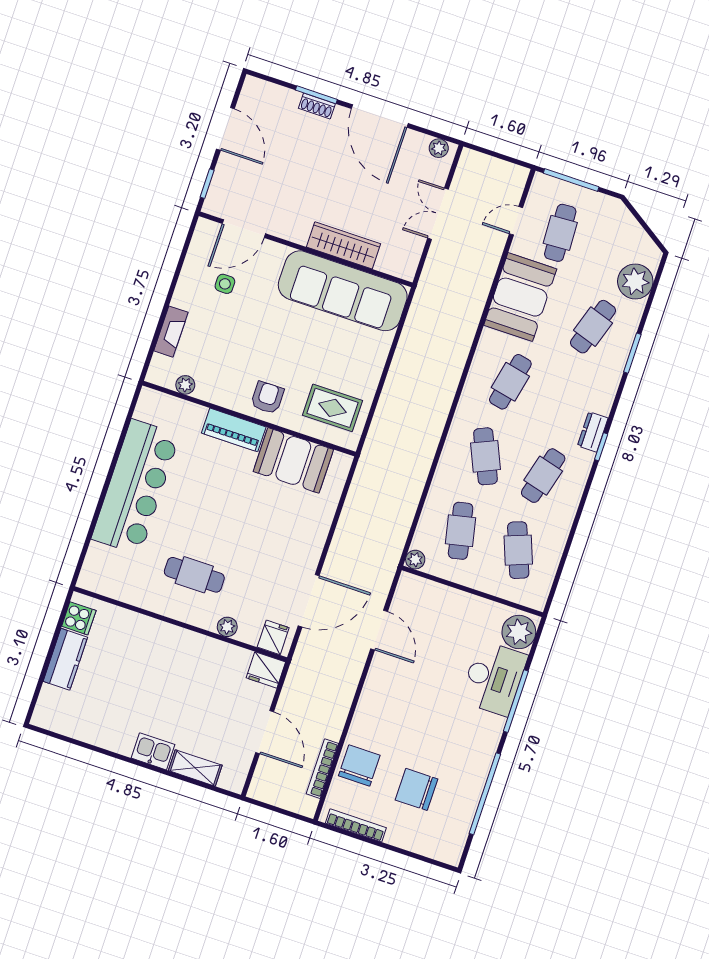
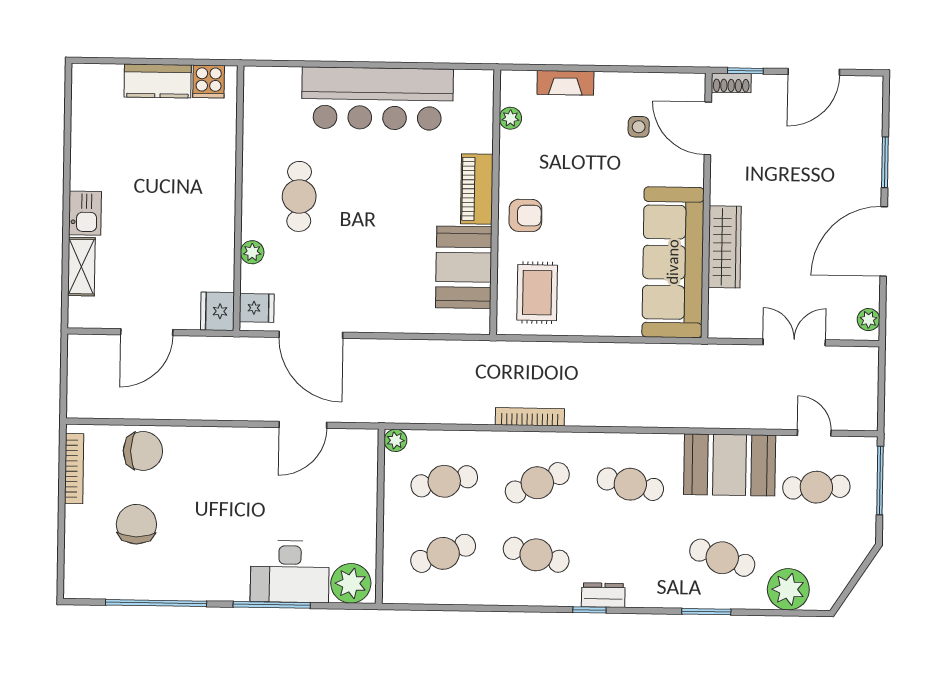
shoe rack: (317, 106) -> (731, 83), moved, turned -90
bookcase: (322, 769) -> (530, 417), moved

